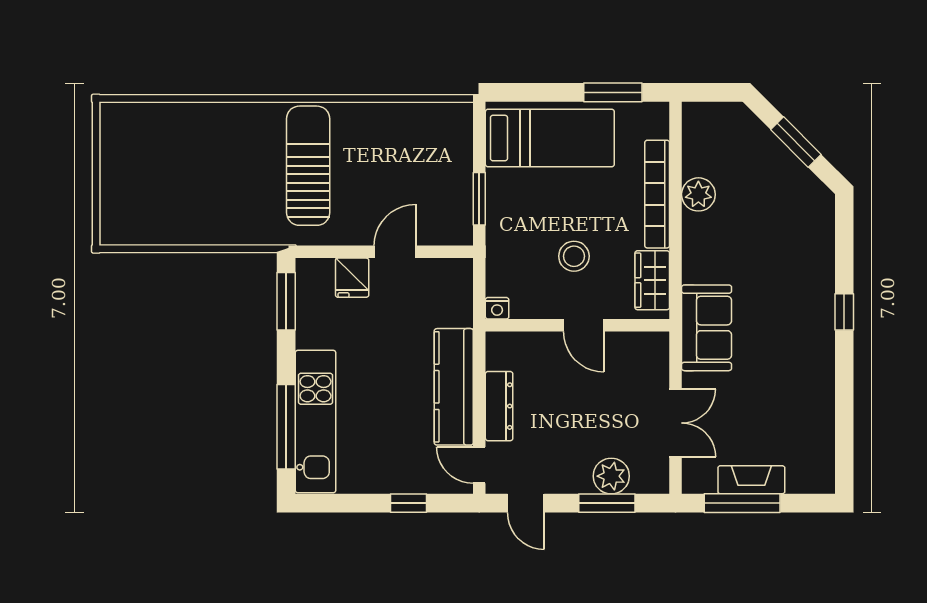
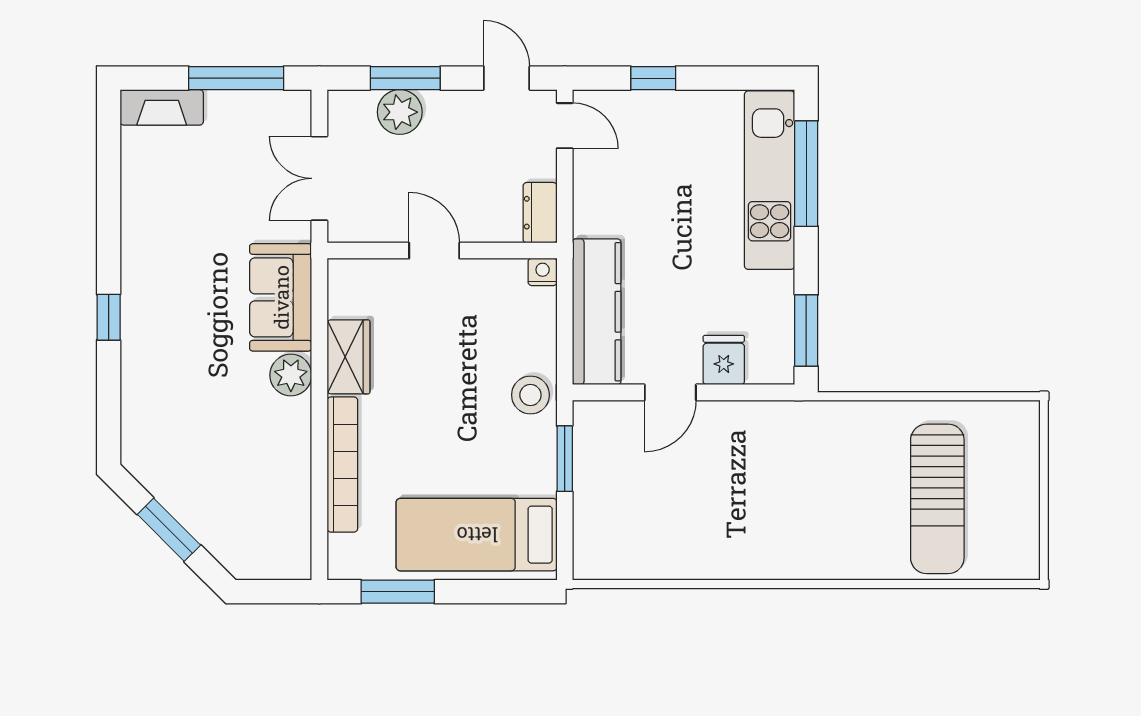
sun lounger: (308, 166) -> (937, 499), moved
plant: (698, 194) -> (291, 375), moved
stool: (574, 256) -> (530, 395), moved
nightstand: (497, 308) -> (543, 272), moved
wall: (577, 325) -> (442, 251), moved
door: (584, 325) -> (434, 251), moved
kitchen counter: (454, 387) -> (597, 312), moved
dresser: (499, 406) -> (540, 213), width x0.70
fireplace: (751, 480) -> (162, 107), moved

